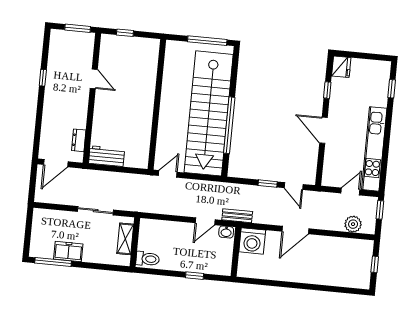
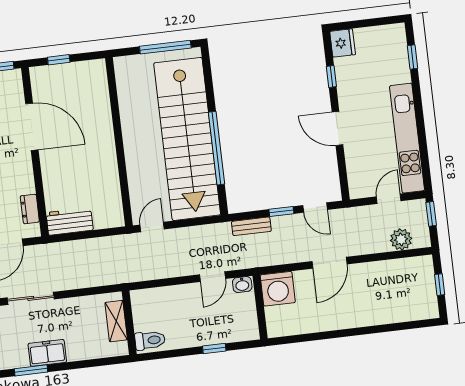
door: (94, 79) -> (32, 127), width x1.87
sliding door: (96, 211) -> (31, 298), moved
bench: (237, 216) -> (251, 226), moved
window: (53, 262) -> (31, 370), width x0.69

